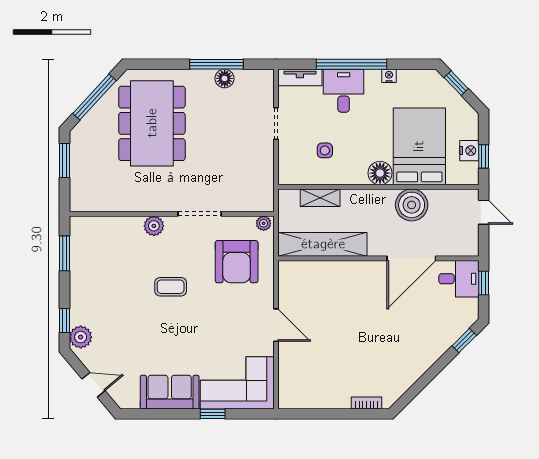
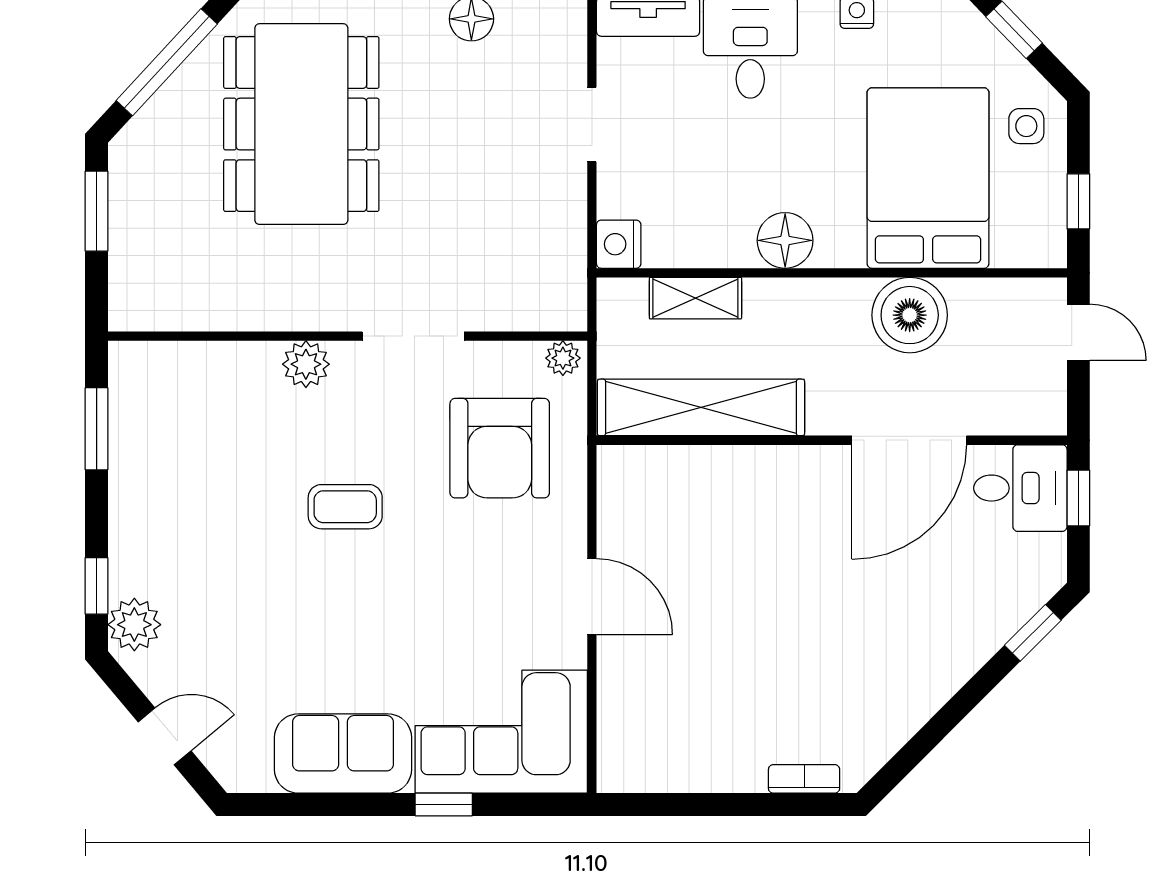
side table: (325, 150) -> (1026, 126), moved
nightstand: (469, 151) -> (619, 244), moved, turned 180
floor lamp: (380, 173) -> (785, 240), moved

